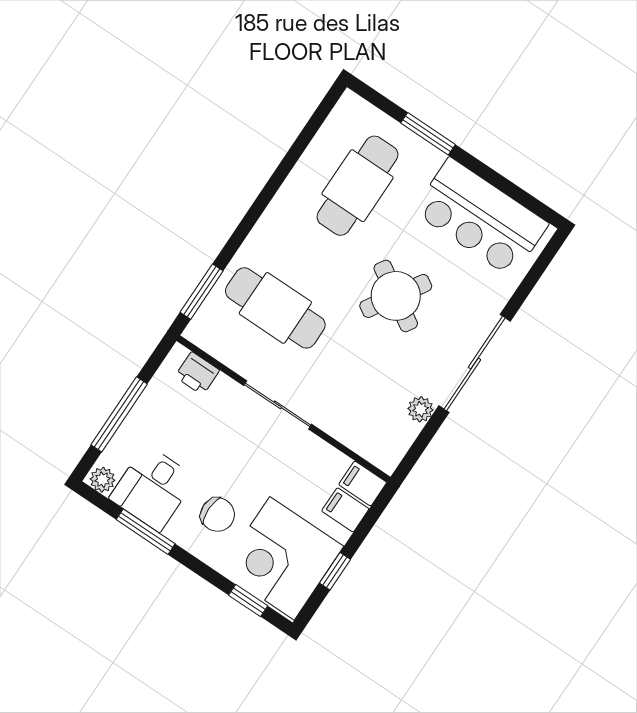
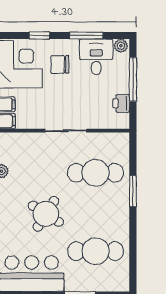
cafe table: (358, 186) -> (95, 251), turned 90
window: (202, 292) -> (133, 191), moved
printer: (197, 373) -> (121, 103), moved, turned -90
window: (248, 601) -> (39, 36), moved

